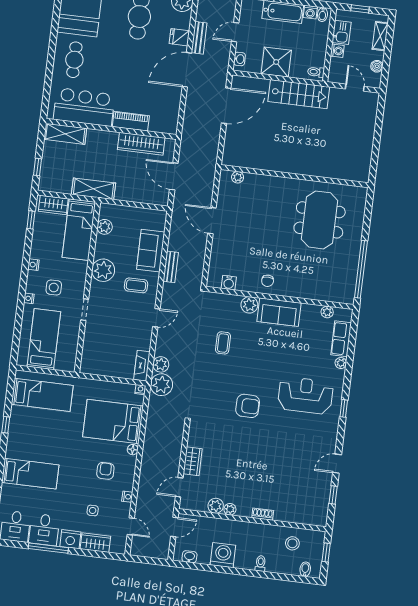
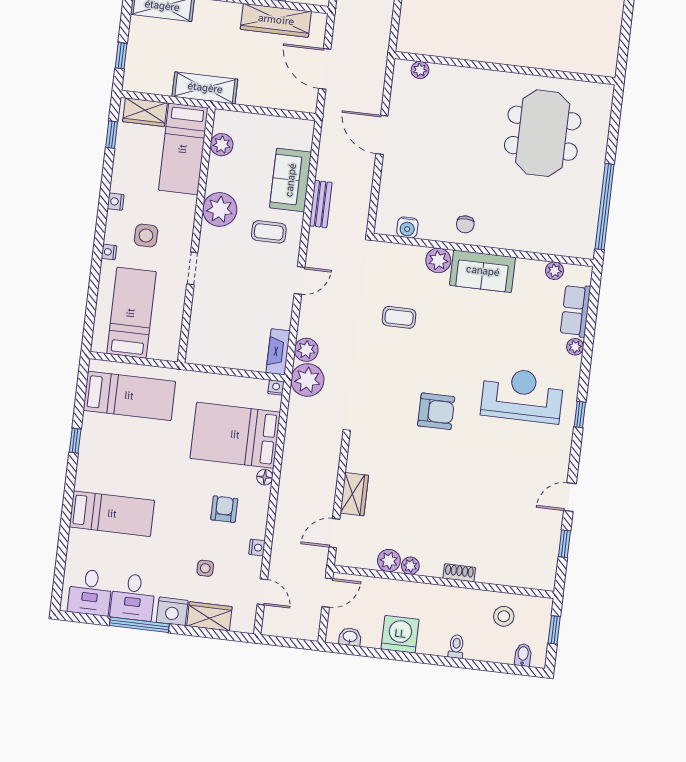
coffee table: (223, 343) -> (399, 317), turned 90

